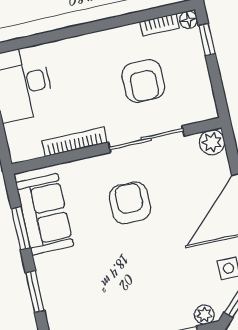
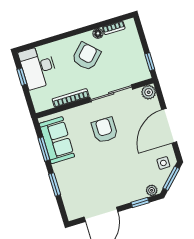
floor lamp: (188, 20) -> (98, 33), moved
window: (207, 40) -> (150, 62), moved
armchair: (143, 81) -> (86, 56), moved, turned -135

